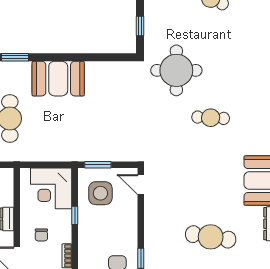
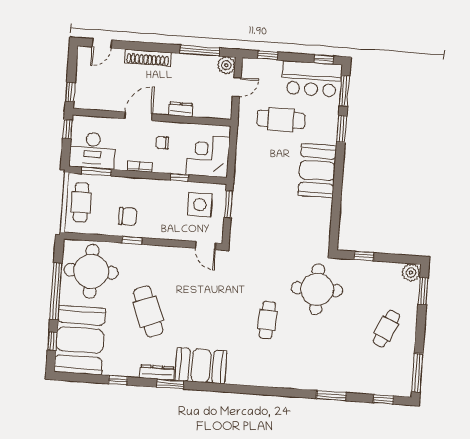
door: (141, 185) -> (205, 246), swing flipped
cafe table: (211, 237) -> (148, 312), turned -30

